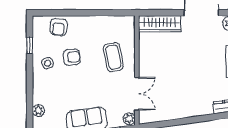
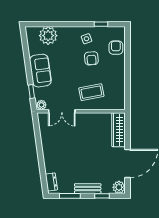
armchair: (59, 27) -> (116, 48), turned 84
plant: (38, 110) -> (48, 36), width x1.88, depth x1.88

